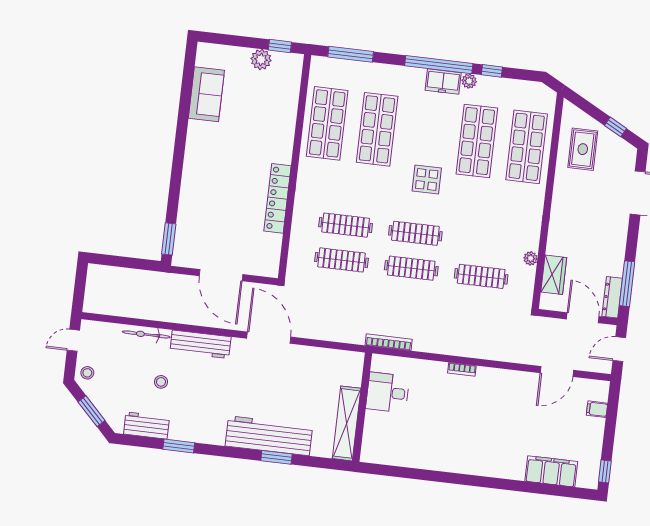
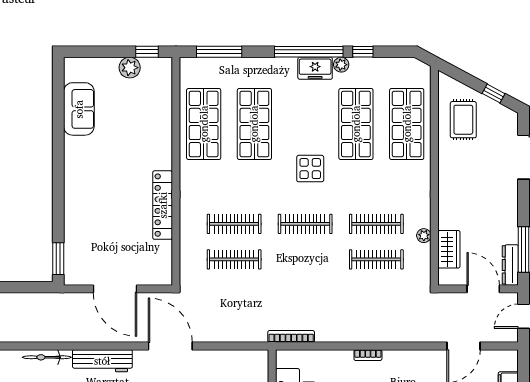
clothes rail: (411, 268) -> (376, 224), moved

